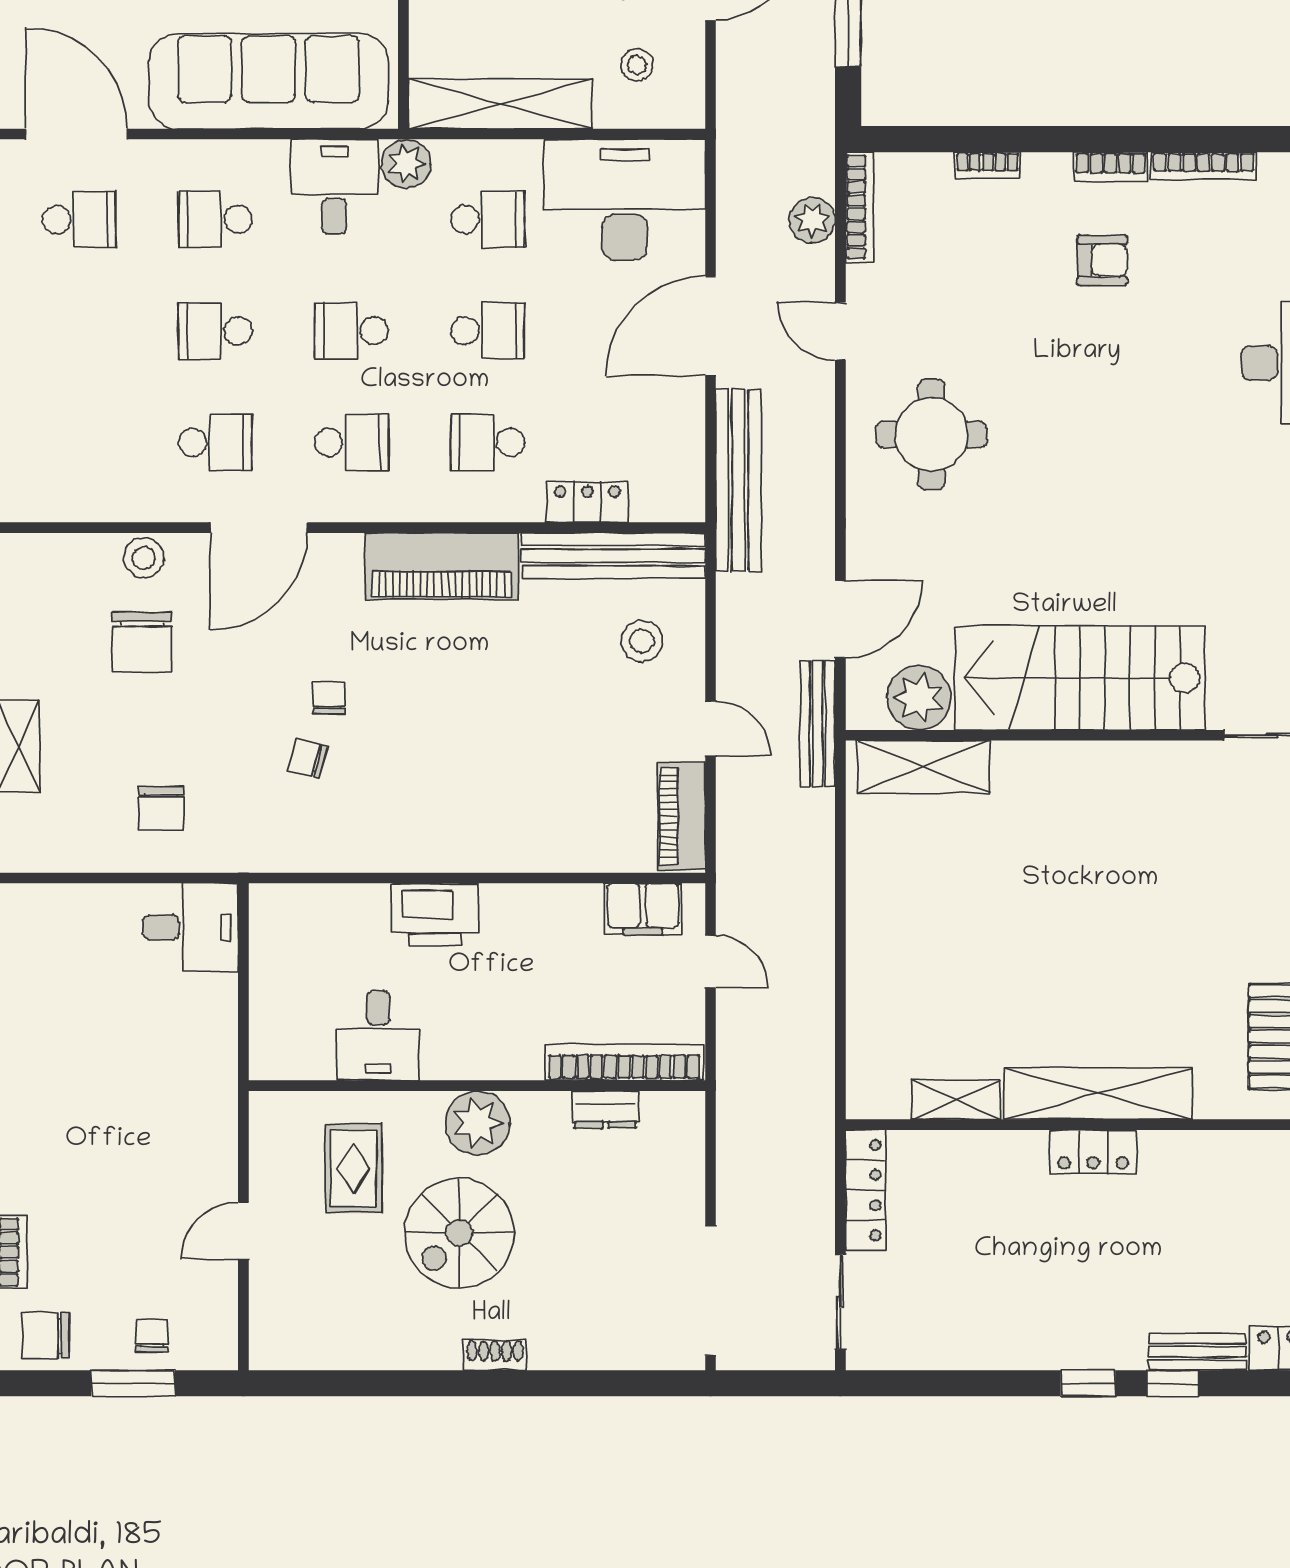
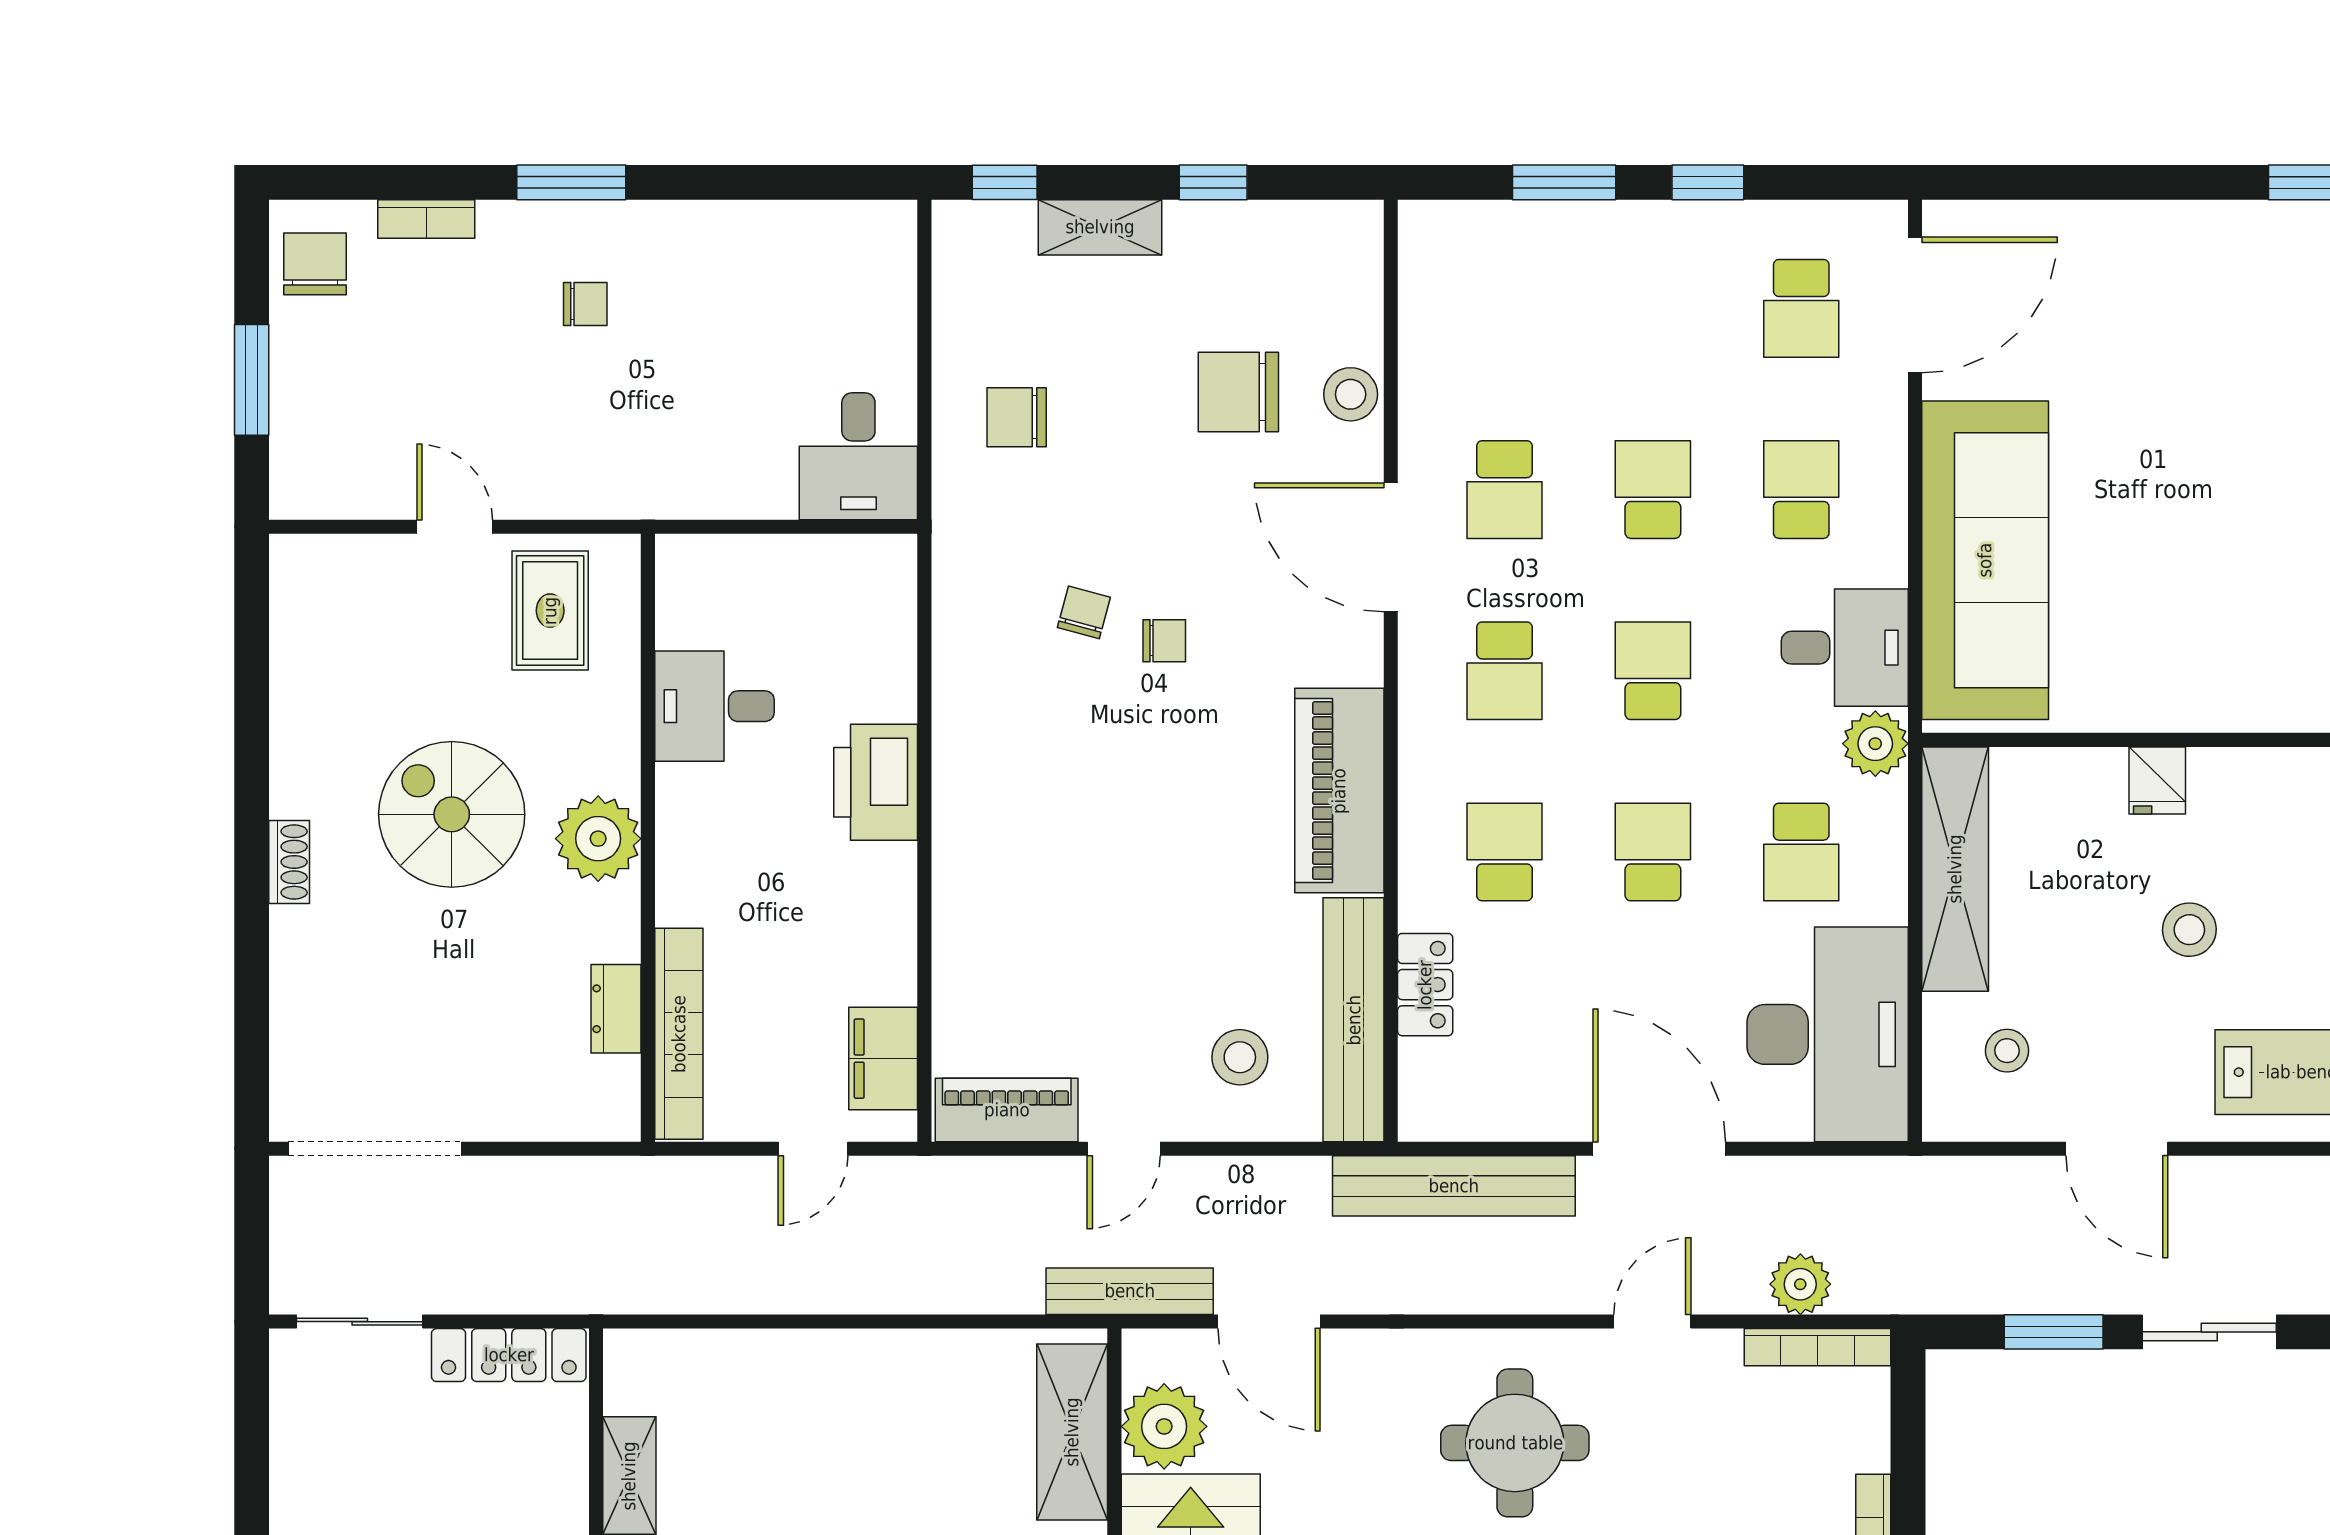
school desk: (488, 331) -> (1653, 852), turned 180
rug: (354, 1168) -> (550, 611), moved, turned 90
chair: (152, 1336) -> (585, 304), moved

